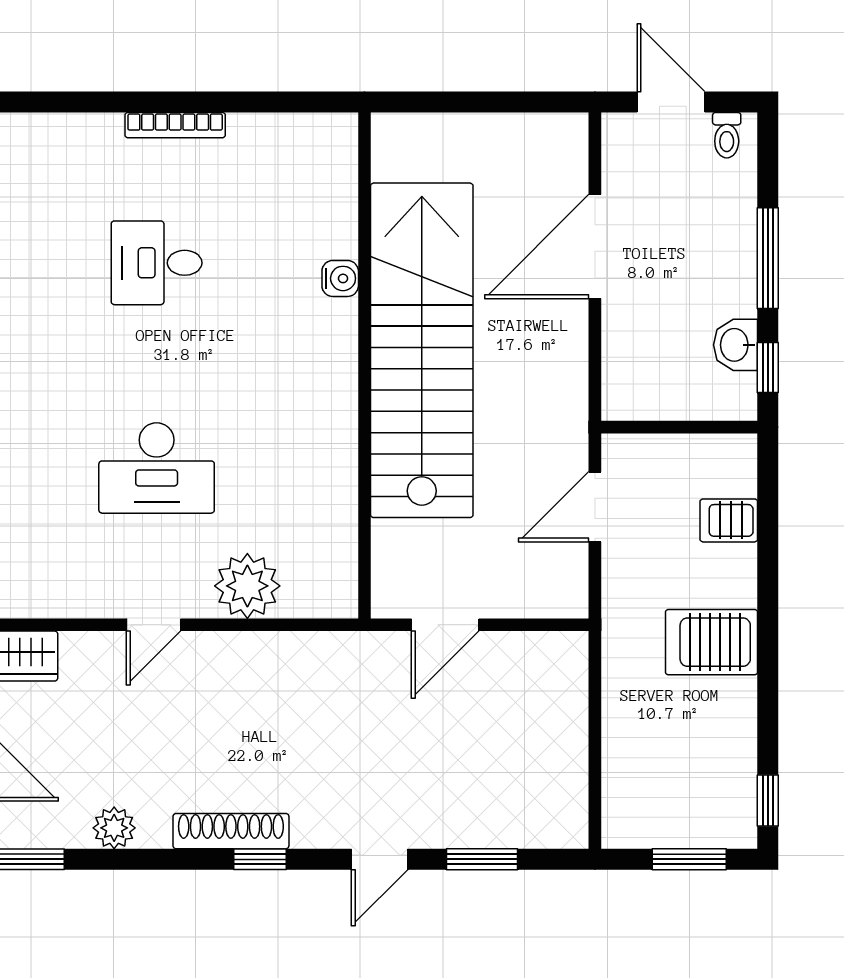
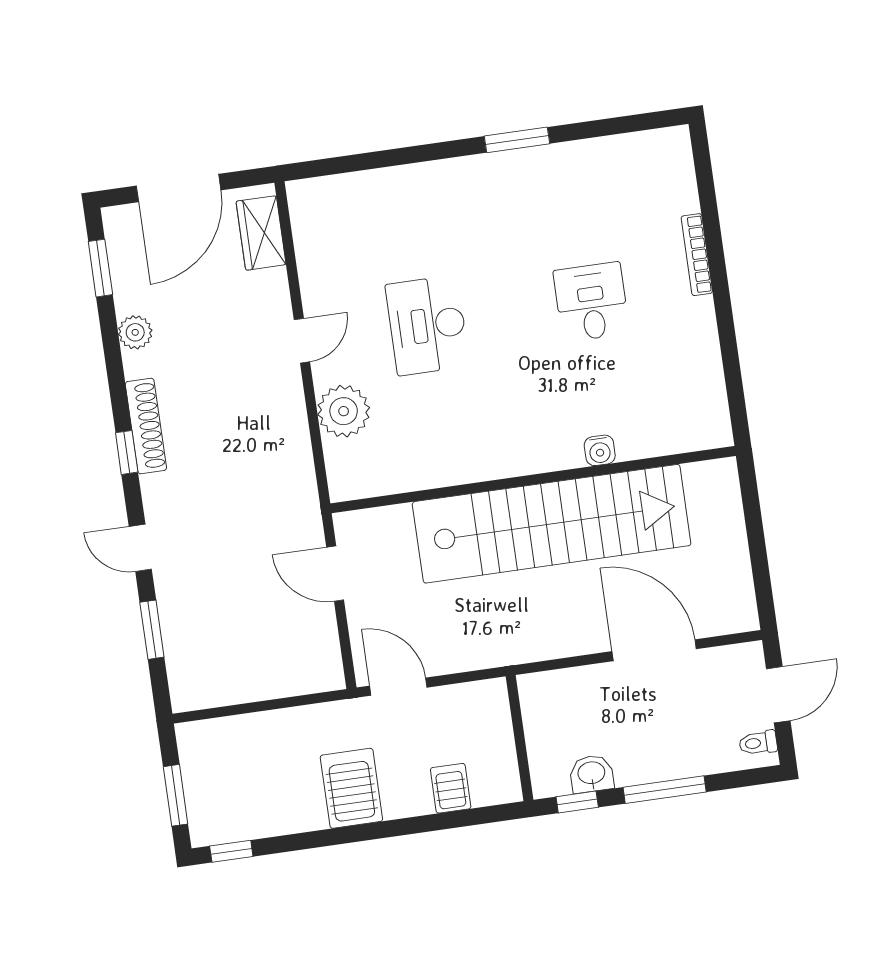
bookcase: (175, 125) -> (697, 255), moved
door: (595, 507) -> (398, 687), moved
door: (153, 625) -> (302, 341), swing flipped

